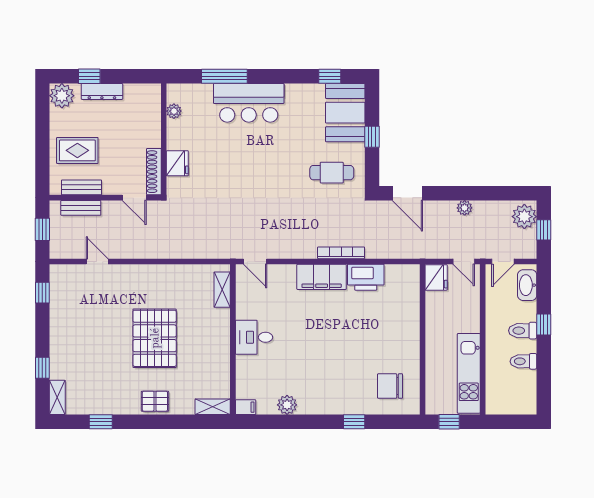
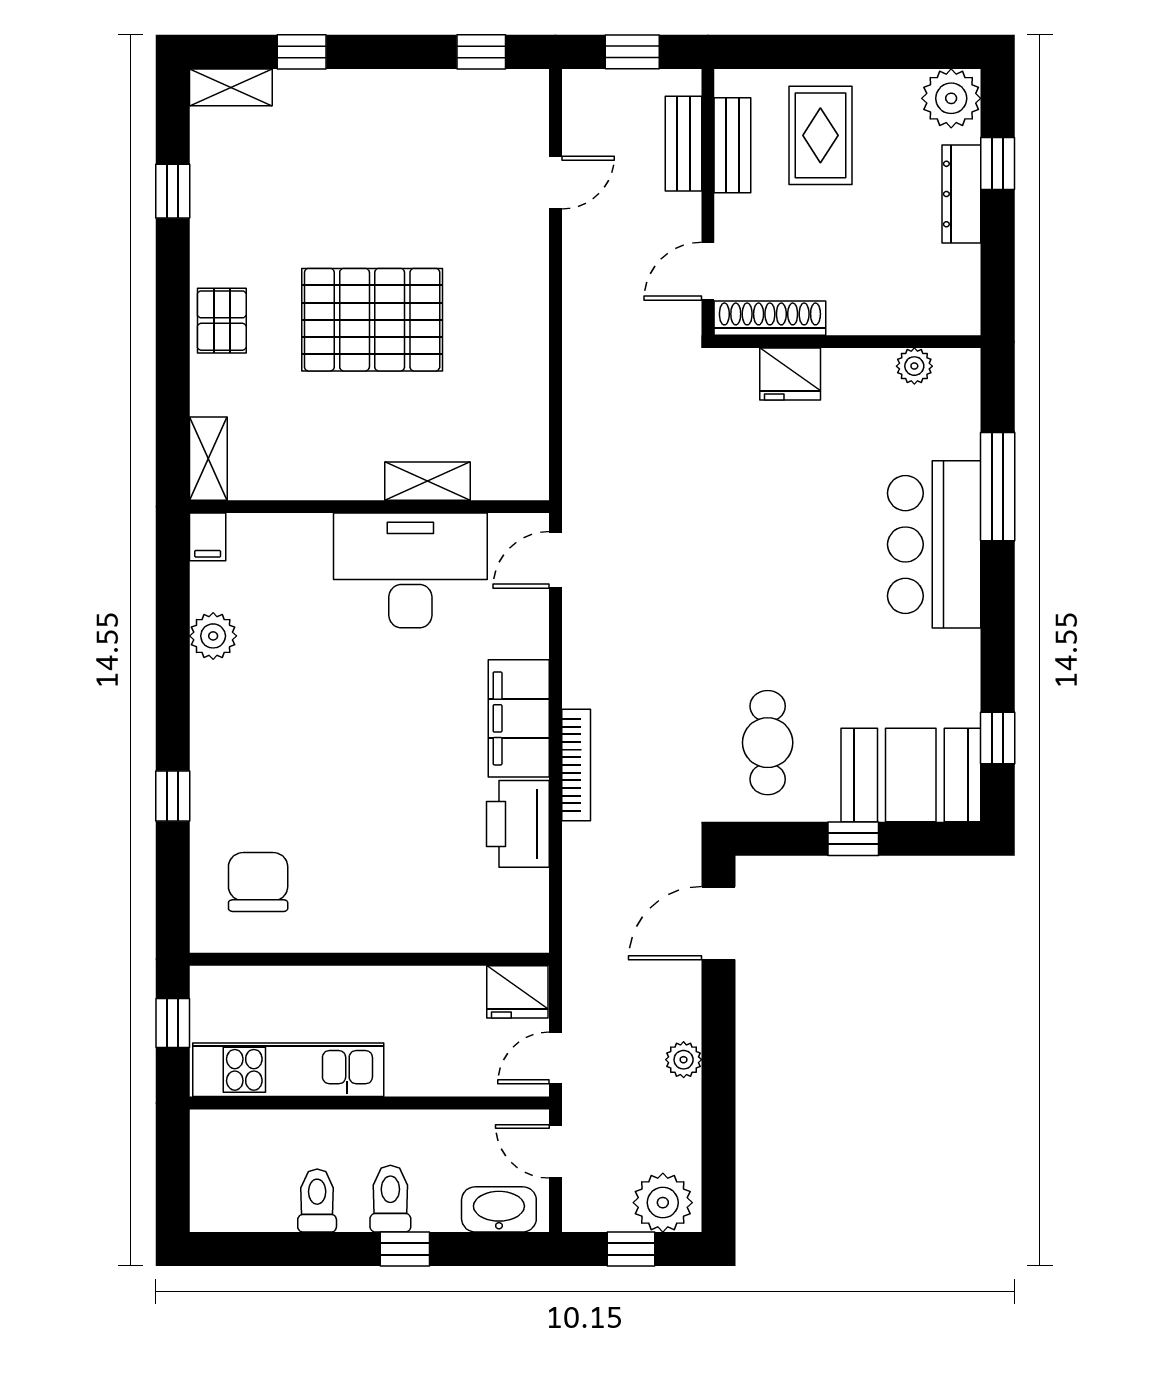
shelving: (222, 290) -> (427, 481), moved
desk: (254, 337) -> (410, 570), width x1.87, depth x1.30

